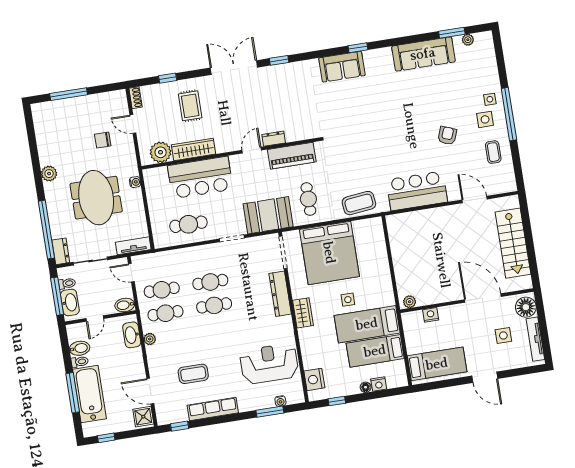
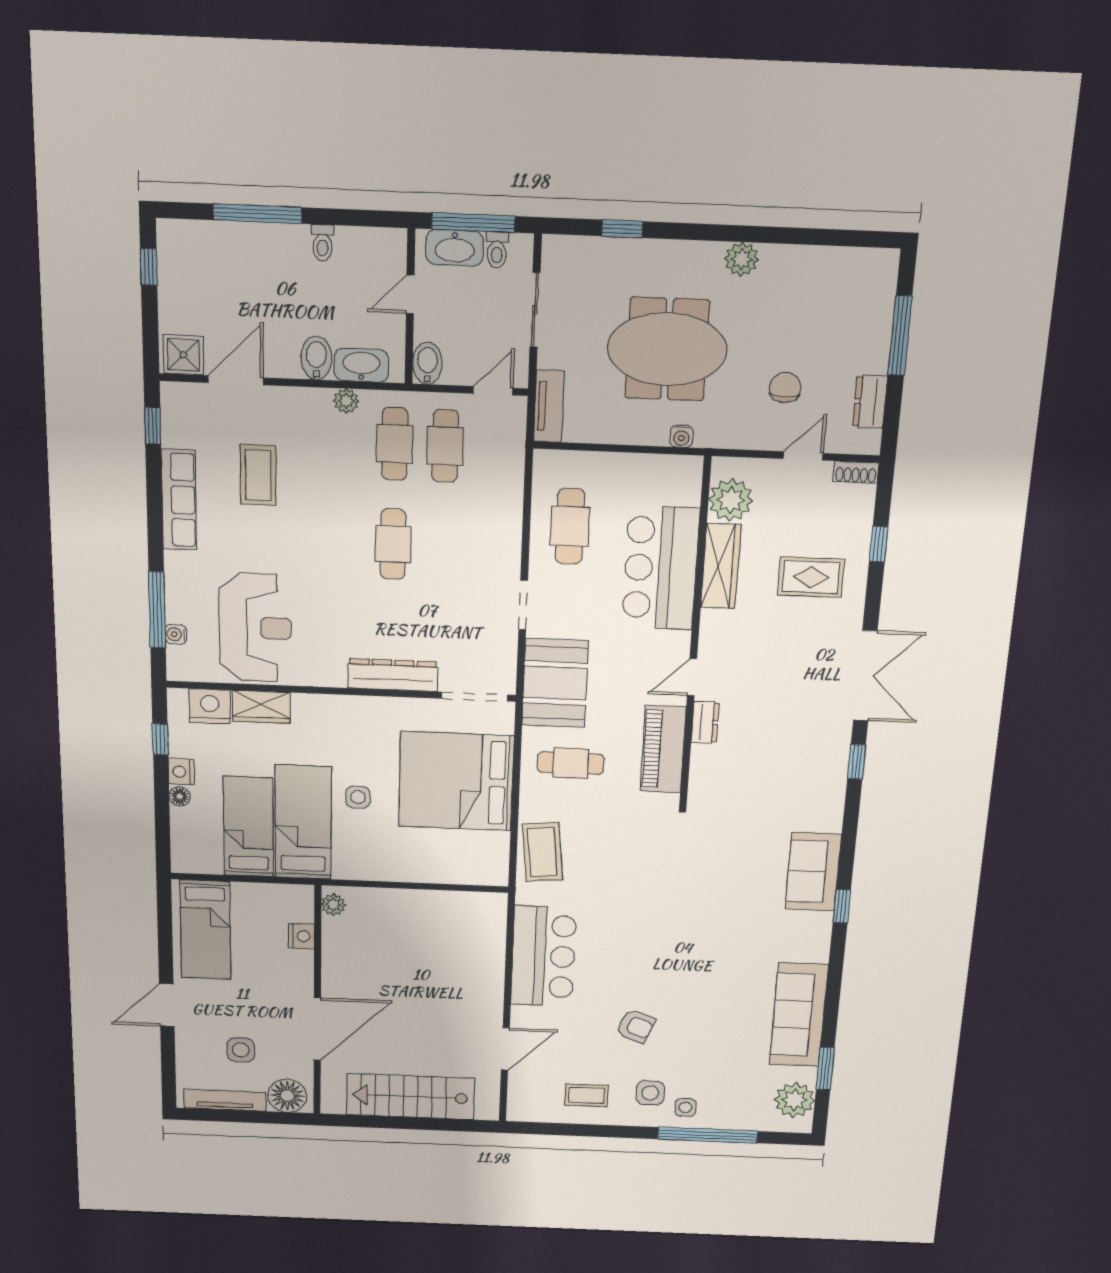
plant: (468, 40) -> (795, 1100), width x1.88, depth x1.88
window: (509, 114) -> (708, 1135), moved
door: (252, 150) -> (692, 677), swing flipped
window: (46, 230) -> (622, 229), width x0.32
dresser: (61, 251) -> (870, 402), moved, turned 90
cafe table: (210, 282) -> (443, 546), removed
wardrobe: (303, 313) -> (261, 707), moved
door: (95, 318) -> (410, 294), hinge flipped
bidet: (80, 348) -> (316, 358), moved, turned 180
nightstand: (379, 384) -> (181, 772), moved
bathtub: (89, 394) -> (249, 250), removed
window: (270, 412) -> (157, 610), width x1.44

